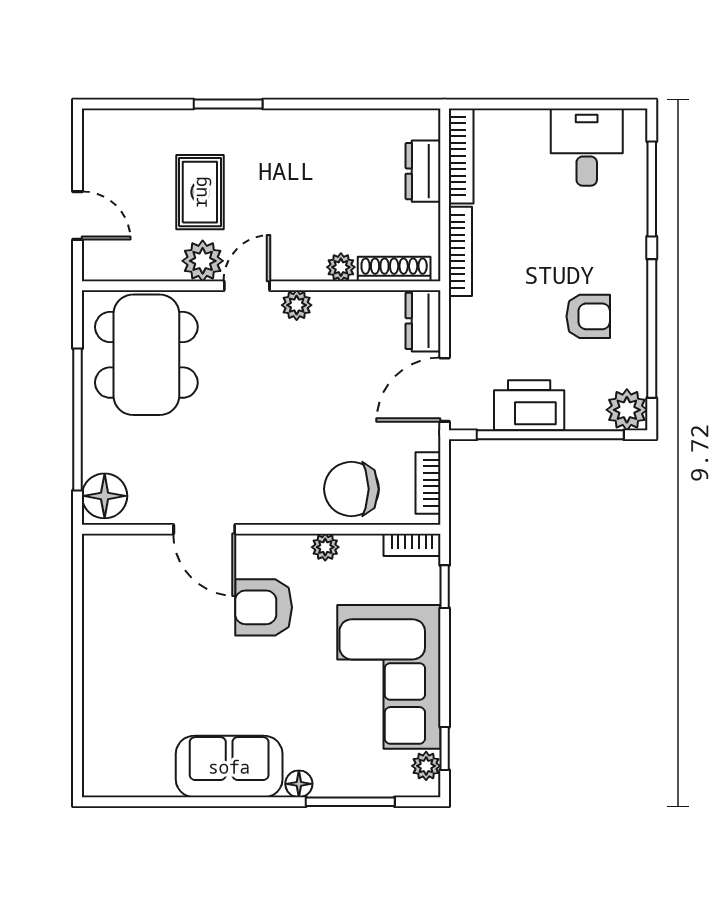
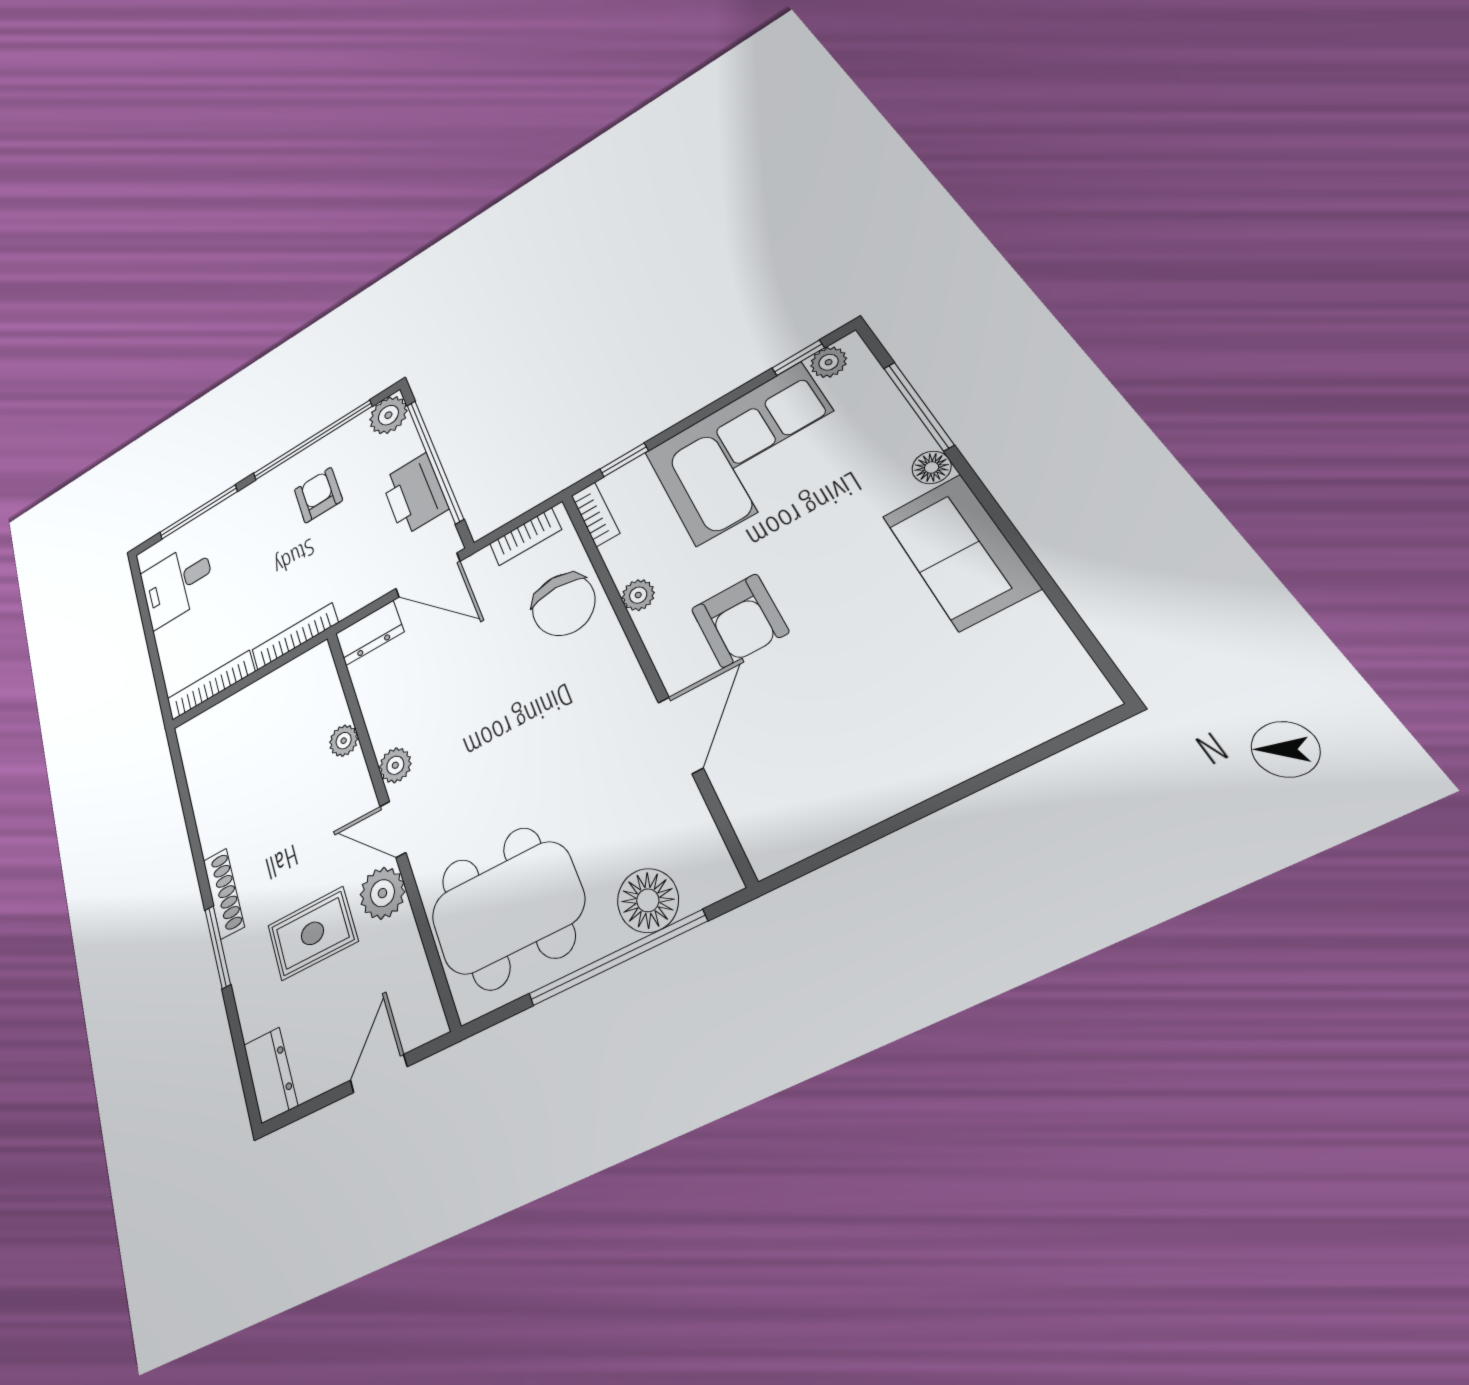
dresser: (423, 171) -> (270, 1075), moved, turned -90
shoe rack: (394, 269) -> (224, 893), moved, turned 180
floor lamp: (105, 496) -> (648, 900), moved

